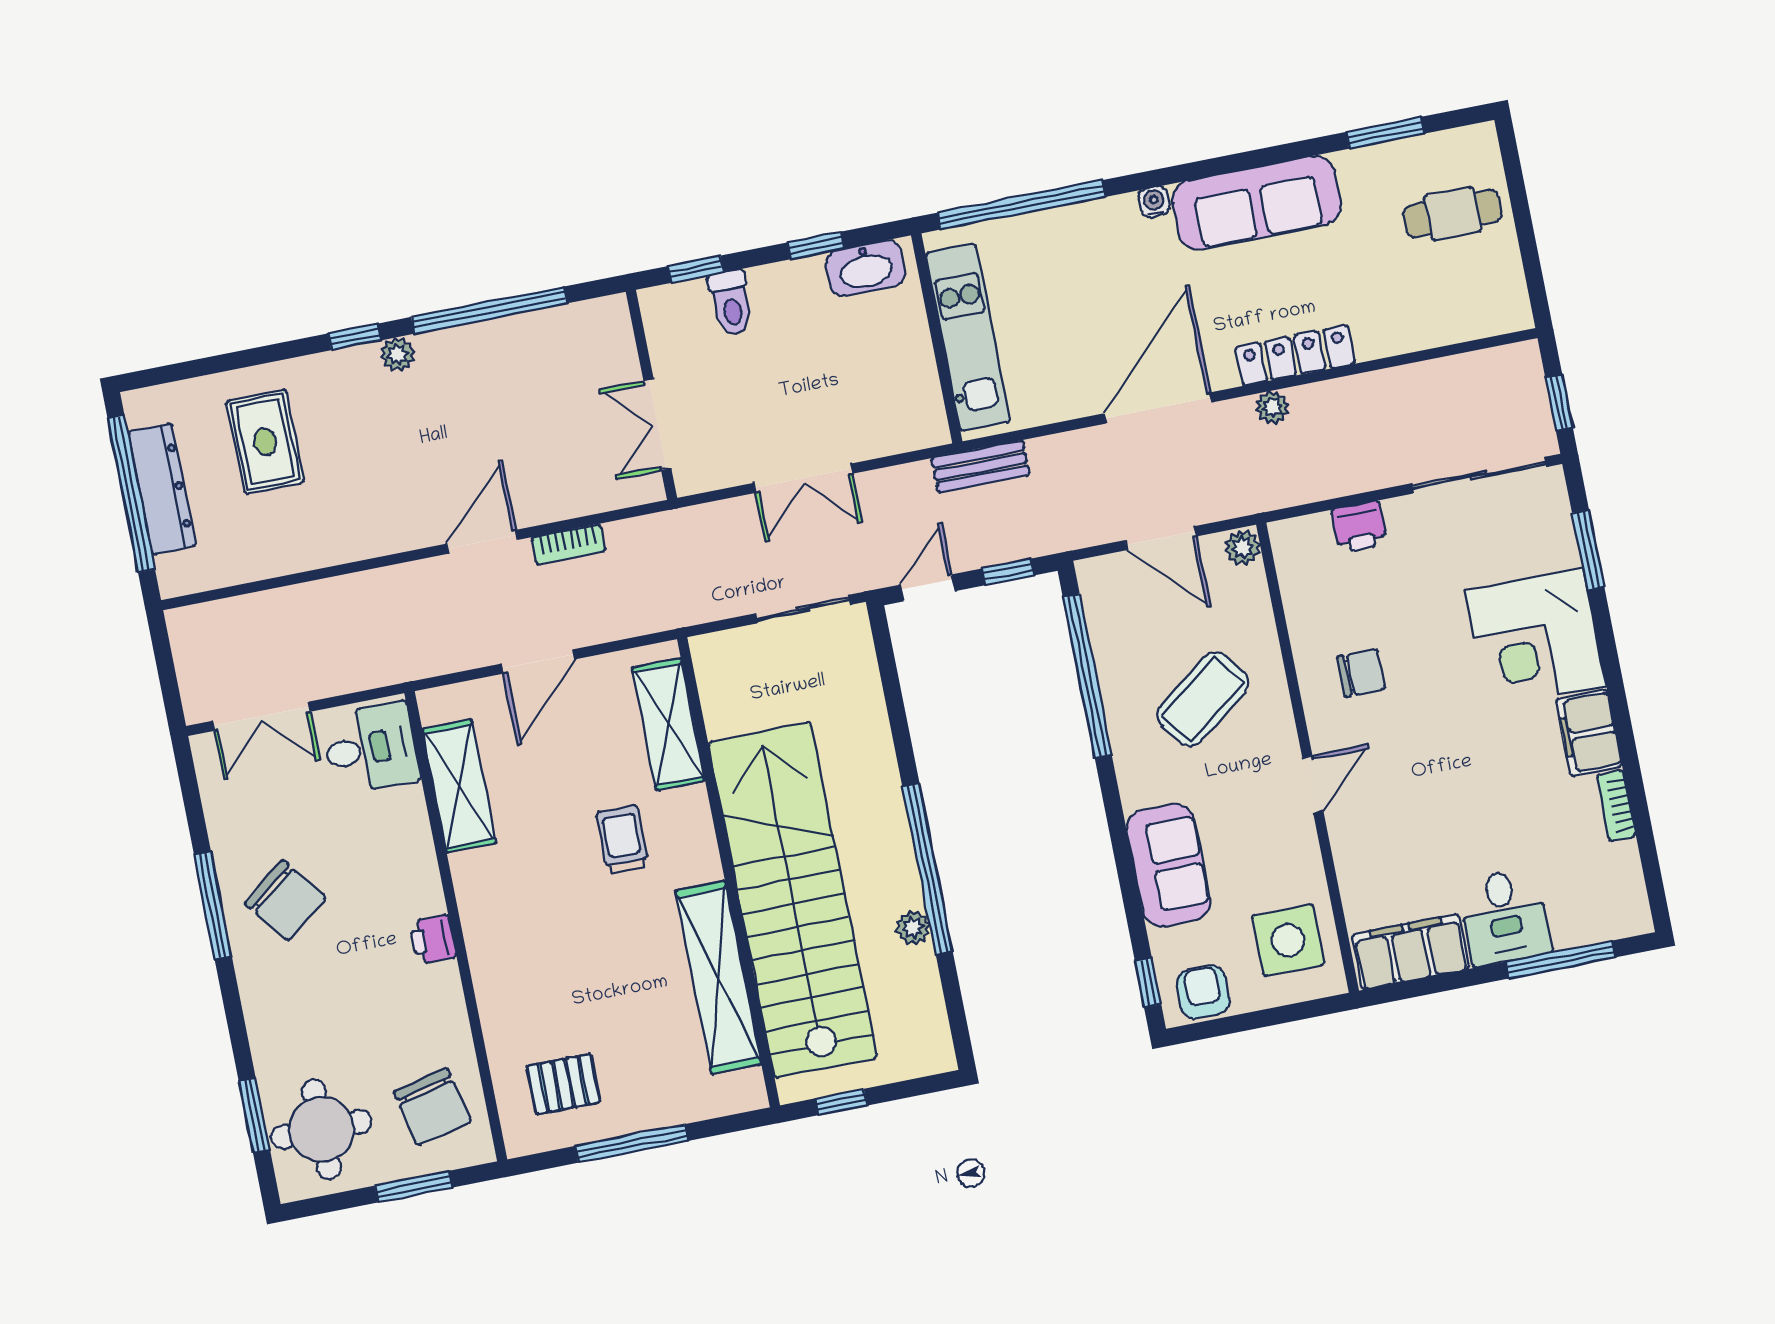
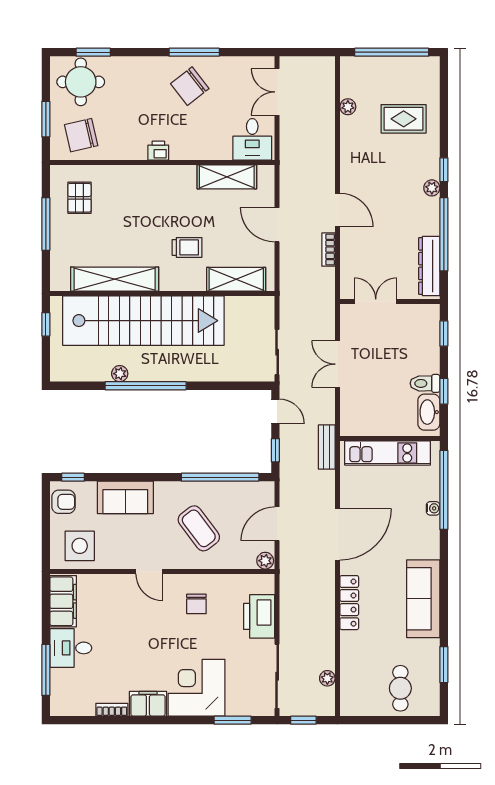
water cooler: (1154, 202) -> (433, 508), moved
toilet: (731, 303) -> (425, 383), moved
plant: (1272, 407) -> (327, 678), moved
door: (1158, 408) -> (337, 534), hinge flipped
dresser: (162, 489) -> (429, 266), moved, turned 90
printer: (1359, 527) -> (259, 616), width x1.87, depth x1.48
plant: (263, 563) -> (348, 107), added

